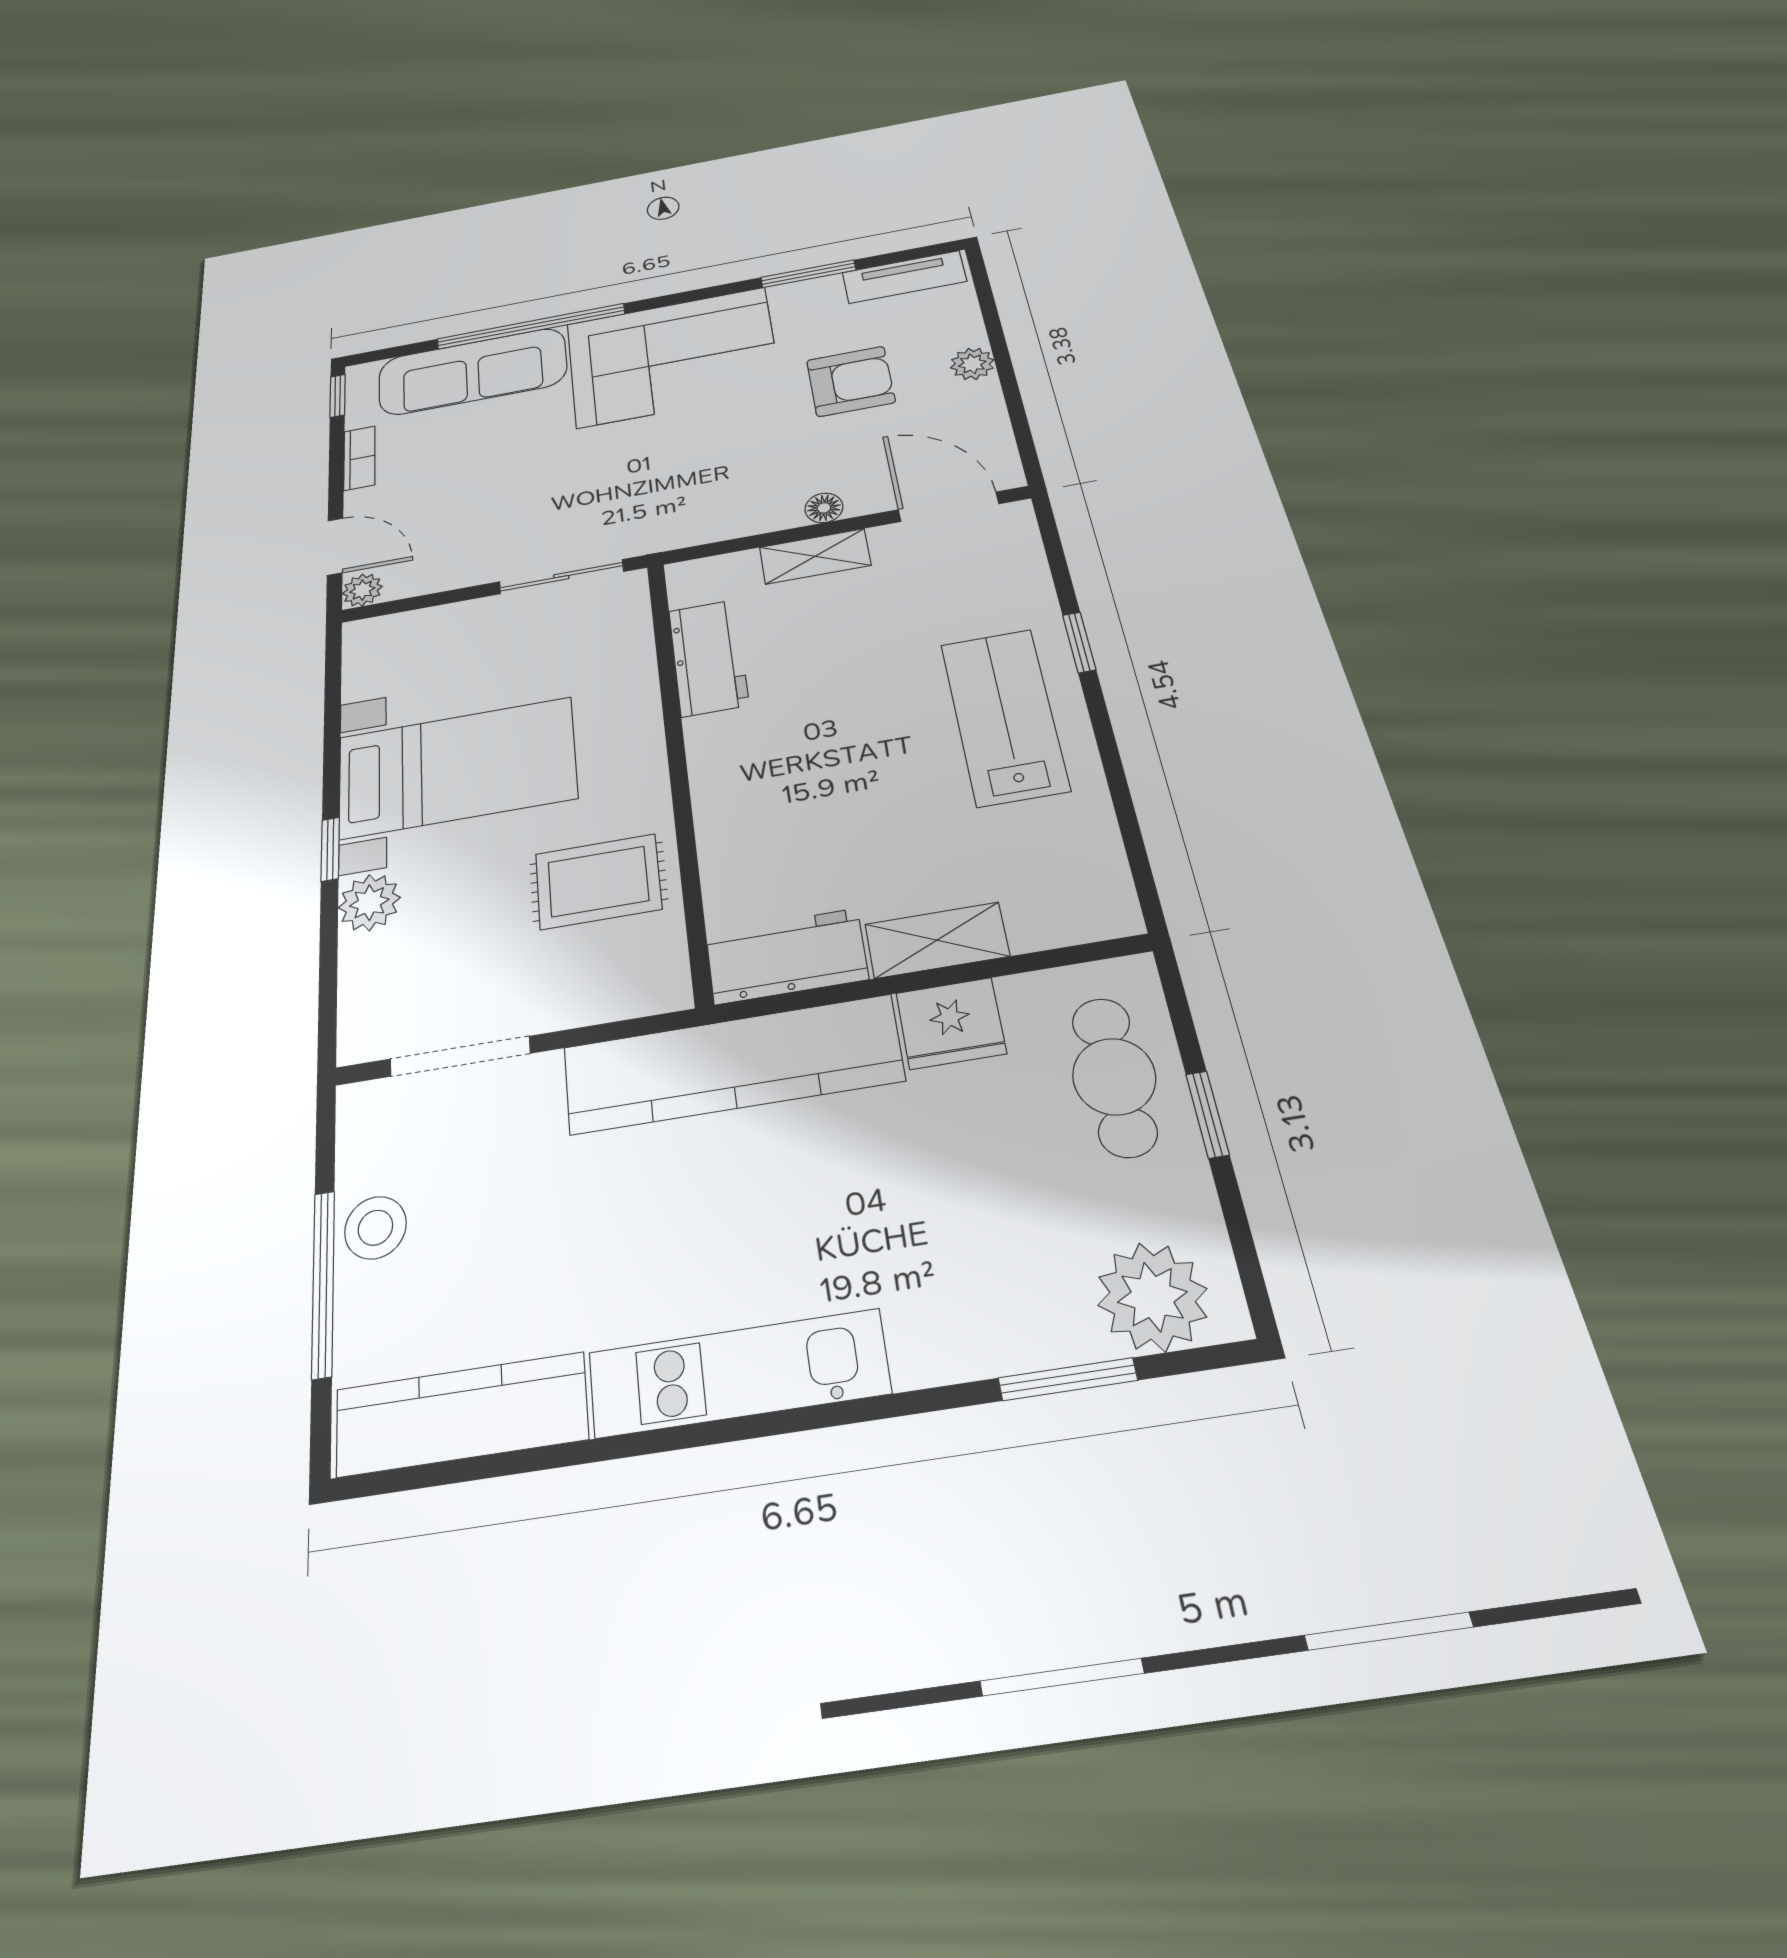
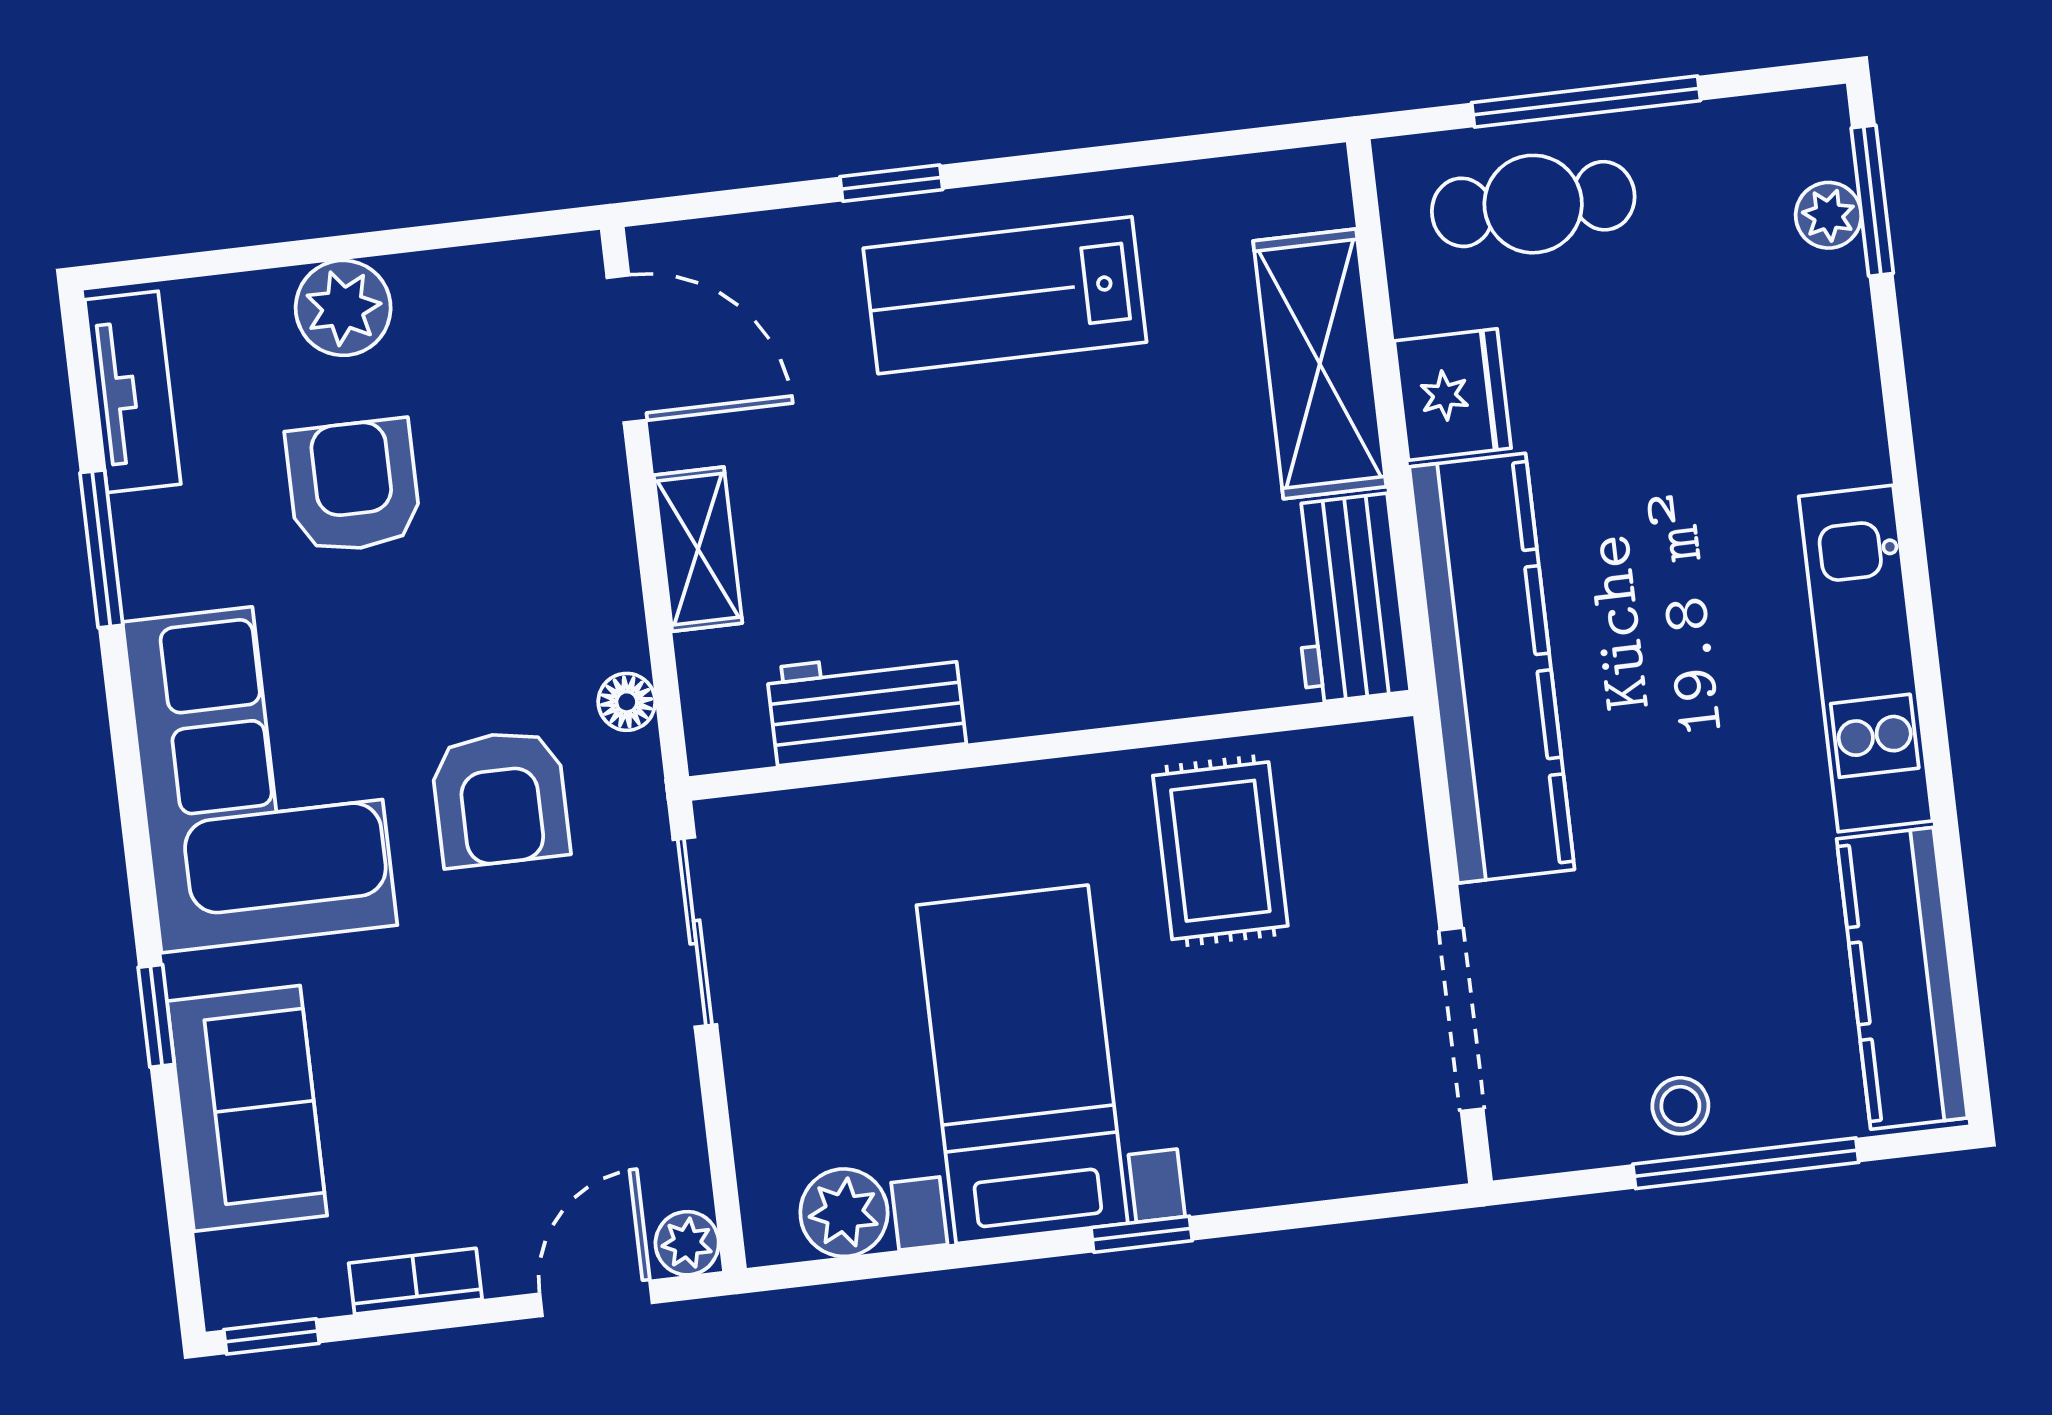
window: (531, 326) -> (156, 1016), width x0.32
plant: (972, 364) -> (343, 308), width x1.38, depth x1.38
sofa: (472, 371) -> (247, 1108), width x0.73
armchair: (653, 470) -> (500, 798), added
door: (948, 507) -> (626, 349), swing flipped
floor lamp: (824, 508) -> (627, 702), moved
plant: (369, 903) -> (844, 1213), moved
shelving: (937, 940) -> (1320, 364), width x1.50, depth x1.33
window: (1207, 1114) -> (1586, 102), width x2.17
stool: (375, 1228) -> (1680, 1106), width x0.73, depth x0.73
plant: (1152, 1297) -> (1828, 215), width x0.53, depth x0.53
window: (1068, 1379) -> (1872, 201), moved

